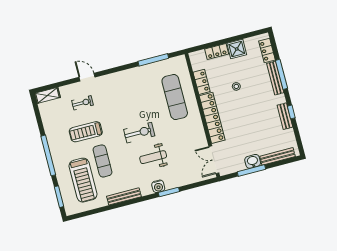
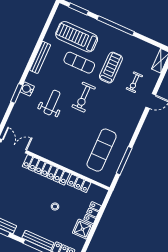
exercise mat: (175, 97) -> (102, 150), moved, turned 90
exercise bike: (139, 133) -> (84, 97), moved

